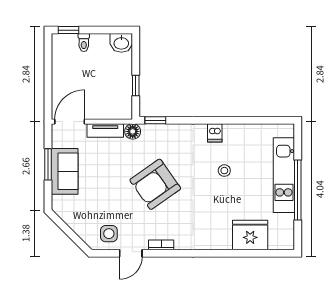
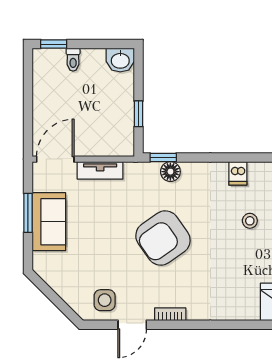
floor lamp: (133, 131) -> (170, 172), moved

